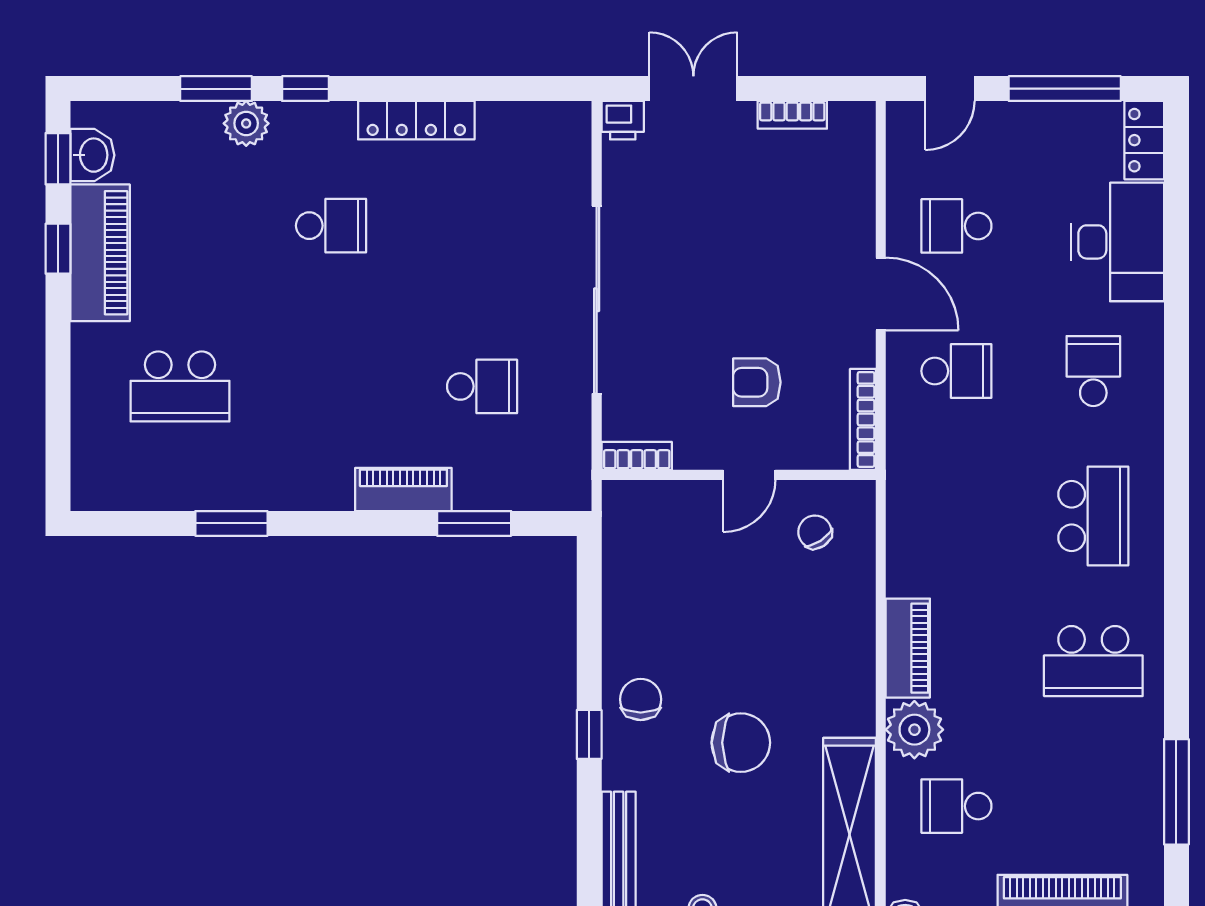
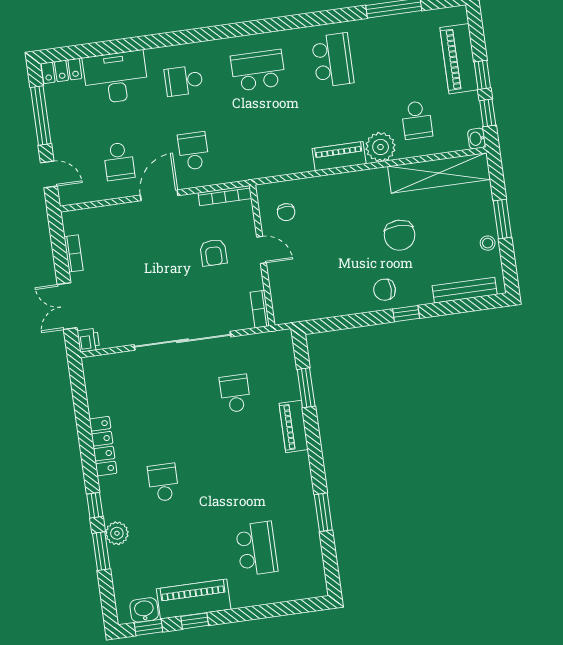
chair: (815, 532) -> (286, 212), turned -57
chair: (741, 743) -> (400, 235), turned 180

